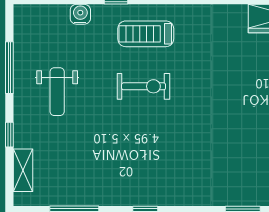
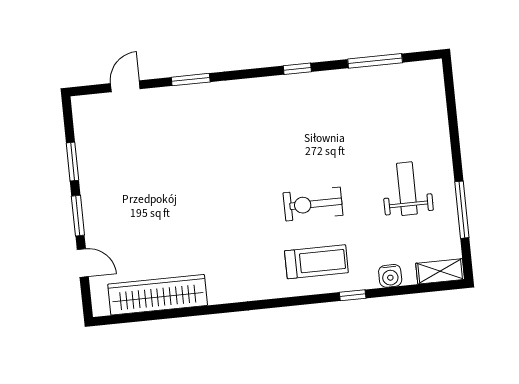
window: (9, 135) -> (454, 136), removed
shelving: (23, 170) -> (440, 271), moved, turned 90

